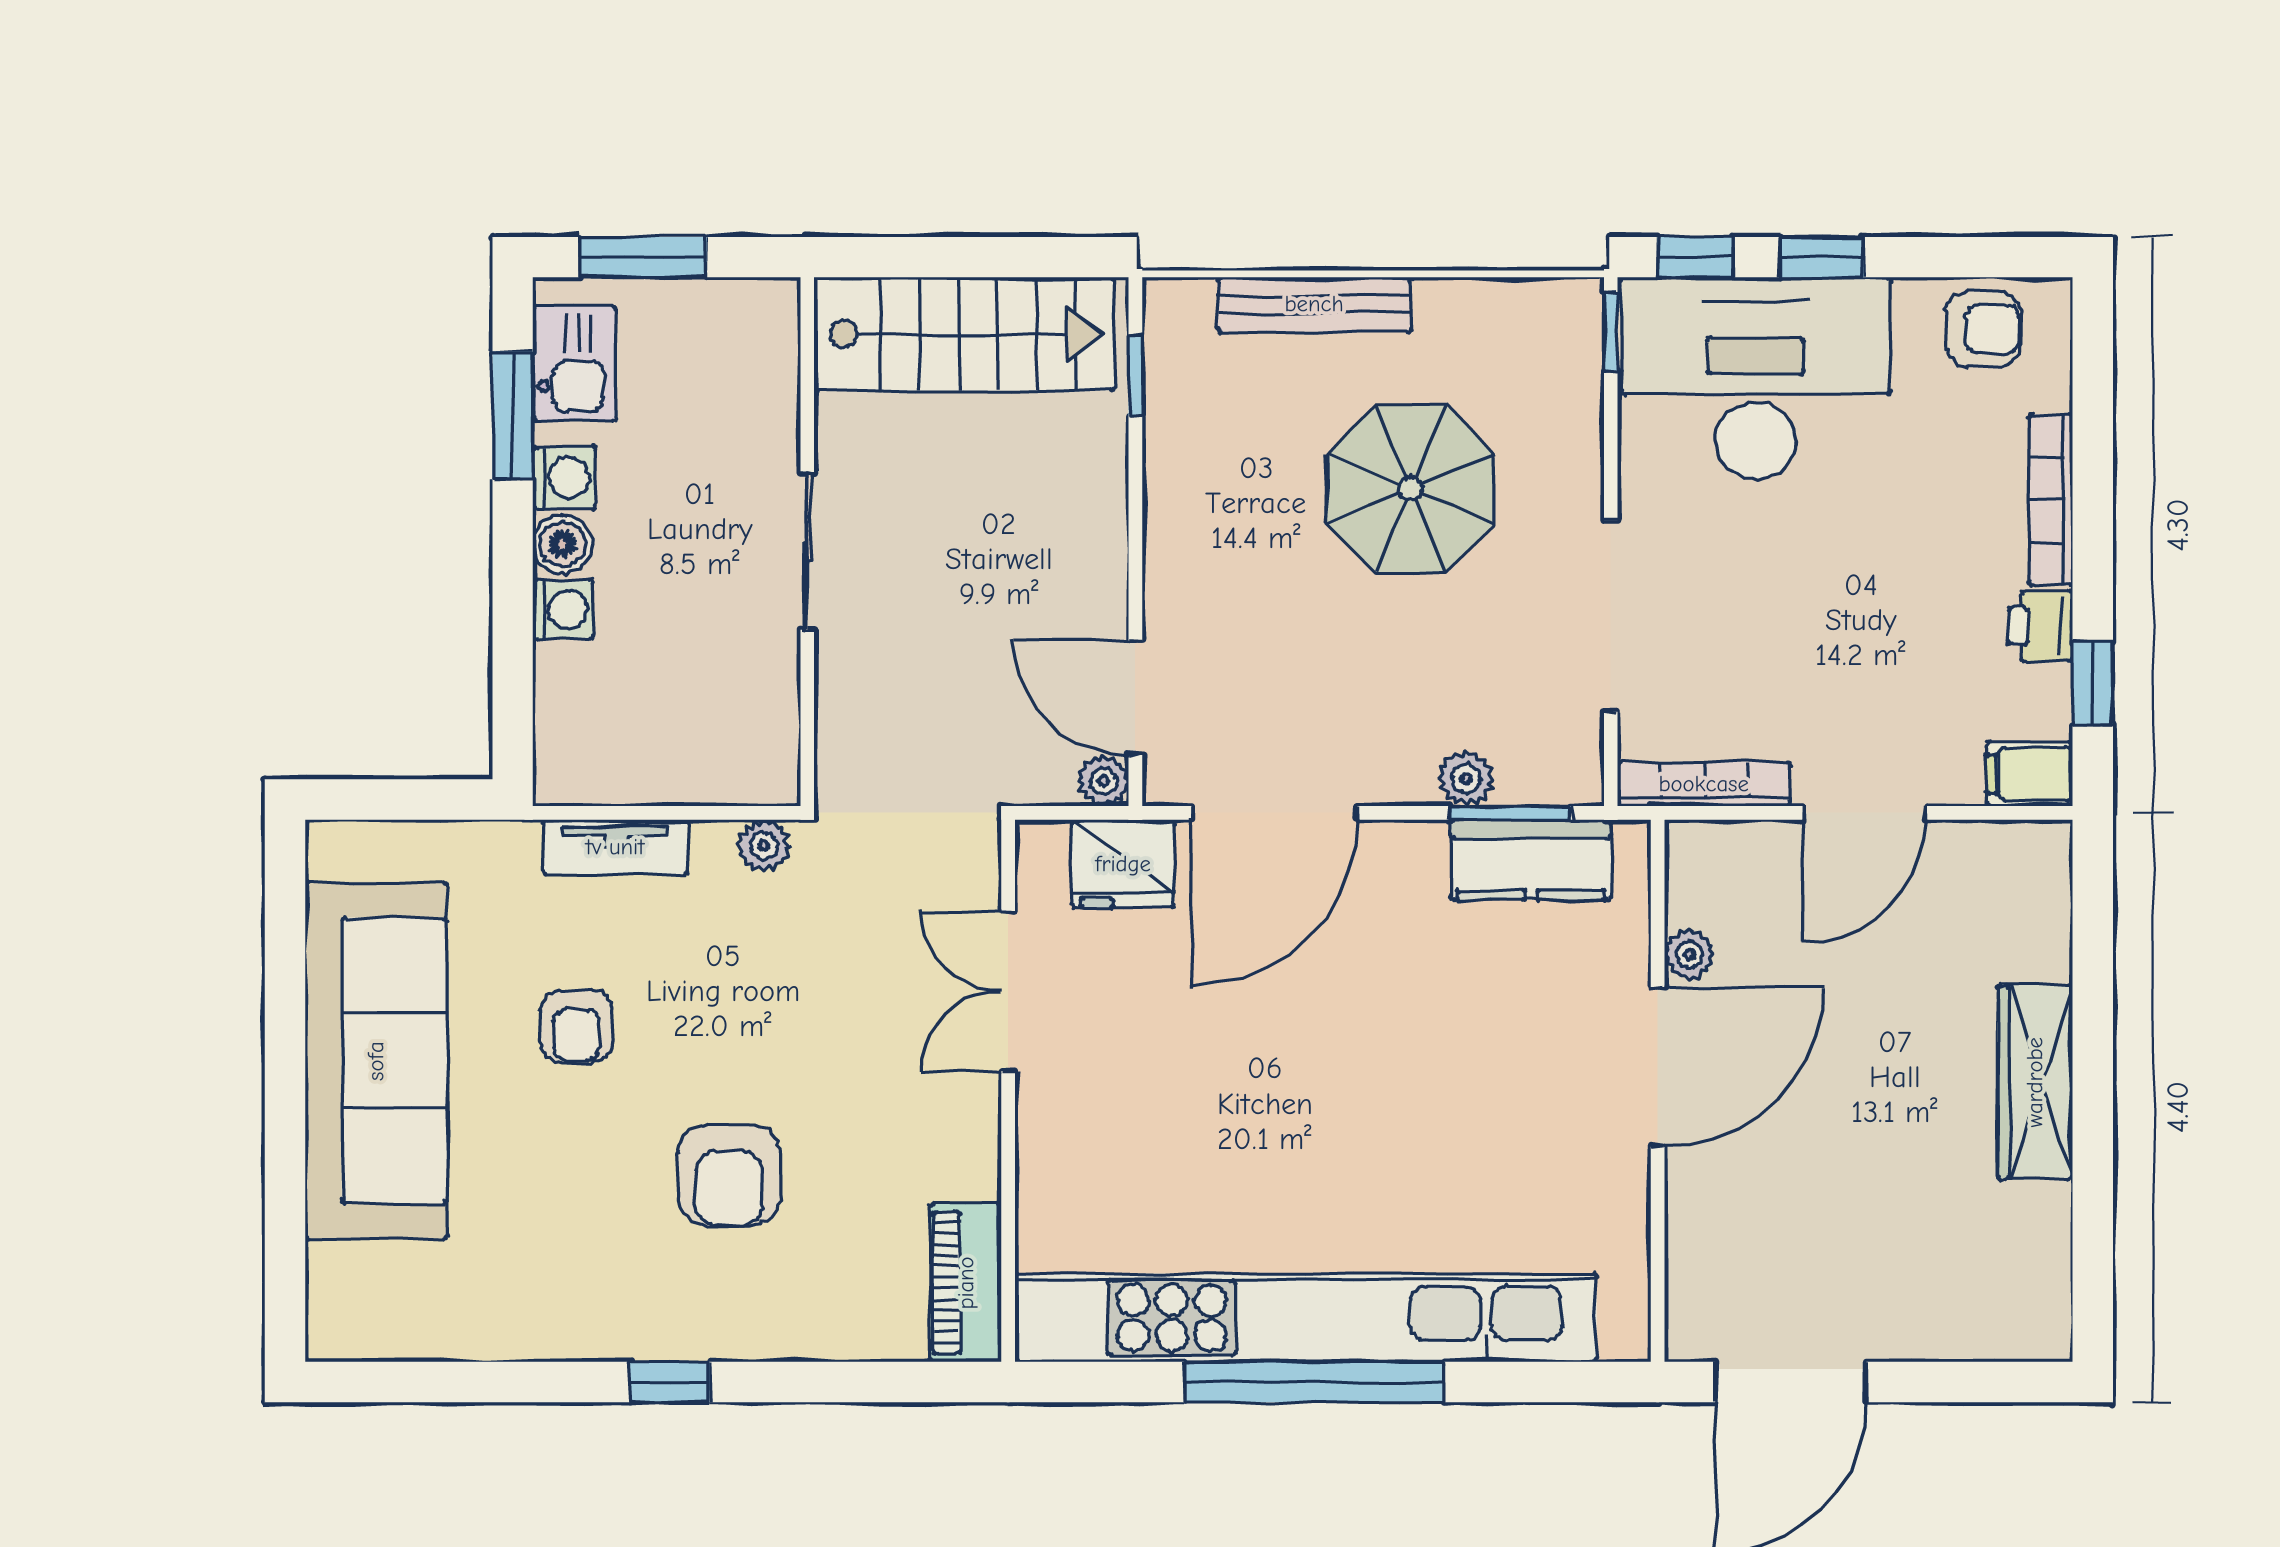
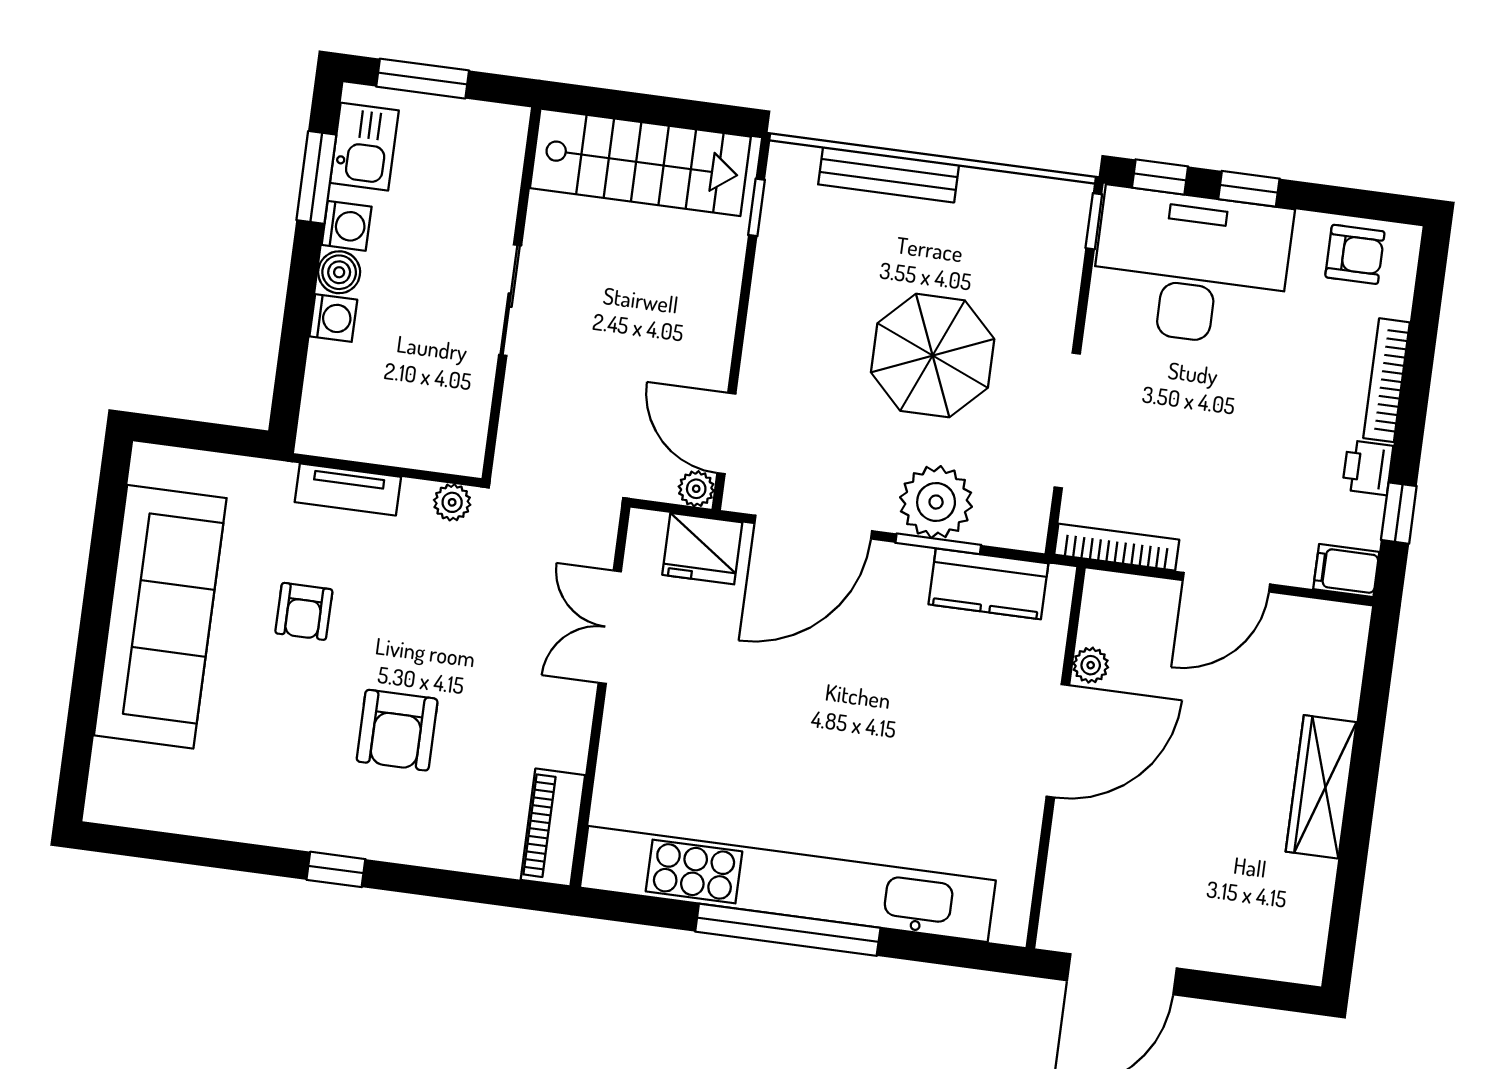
parasol: (1411, 489) -> (933, 356), moved
plant: (1466, 779) -> (936, 502), width x1.87, depth x1.87
window: (1510, 813) -> (938, 544), moved

